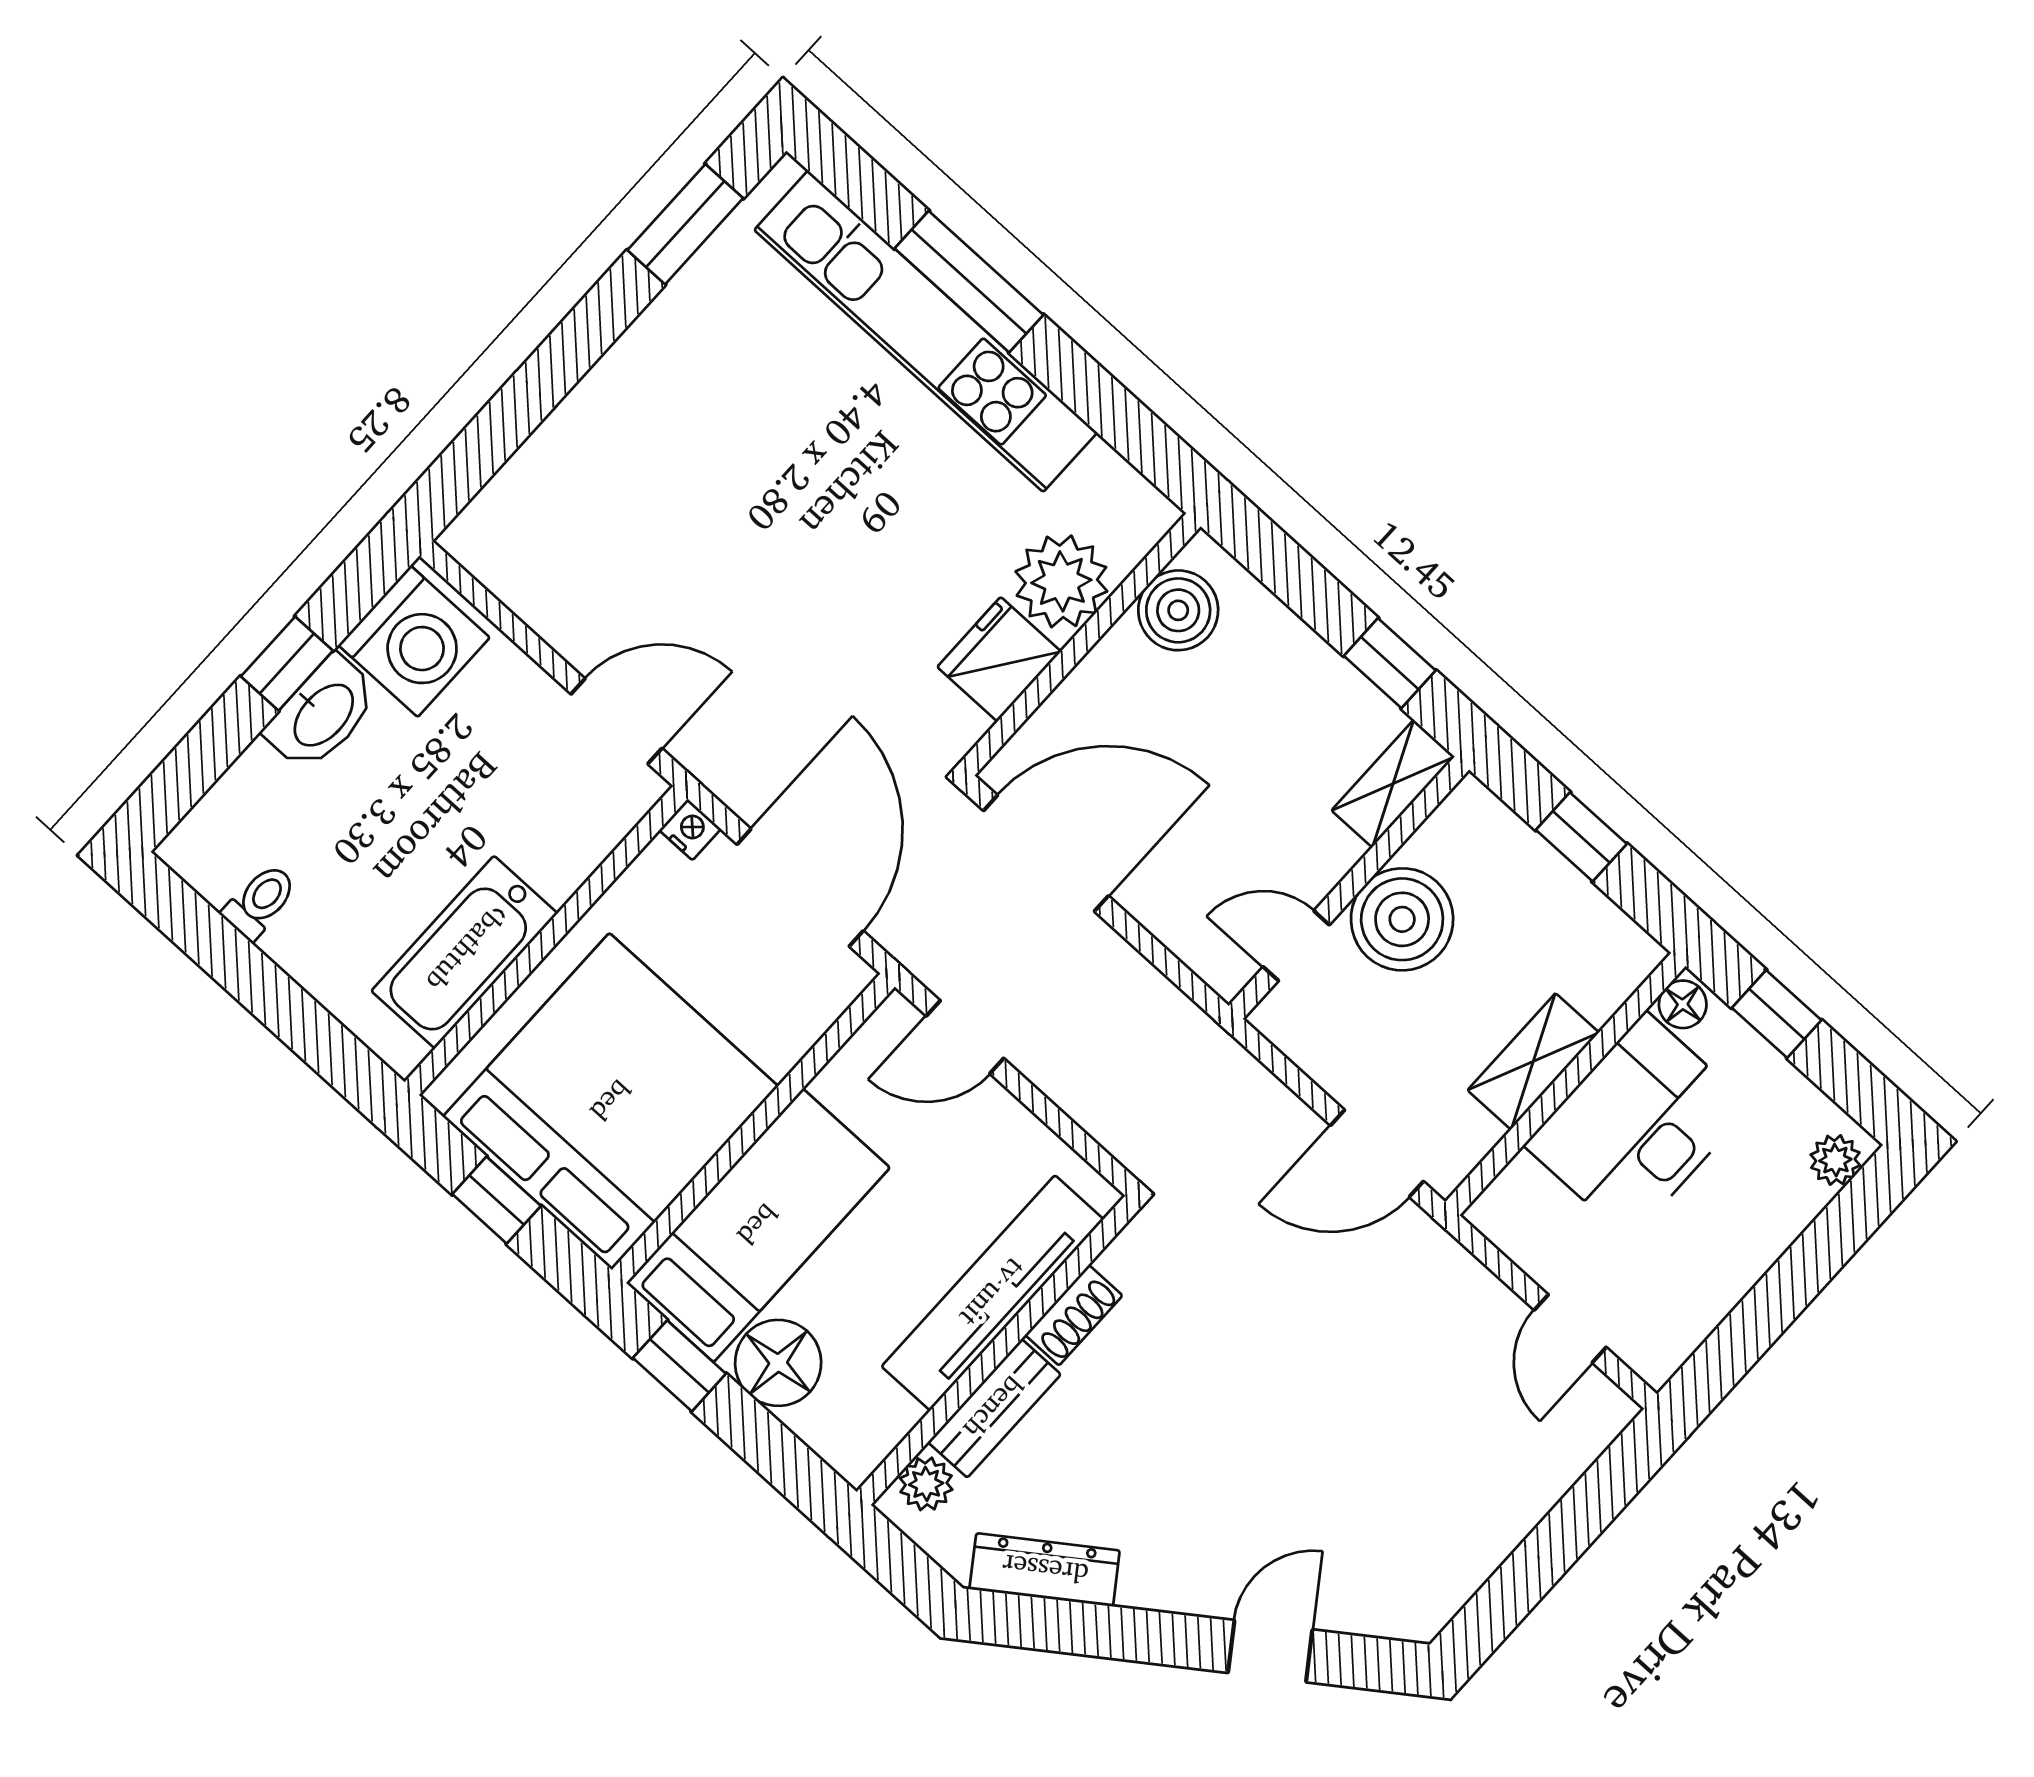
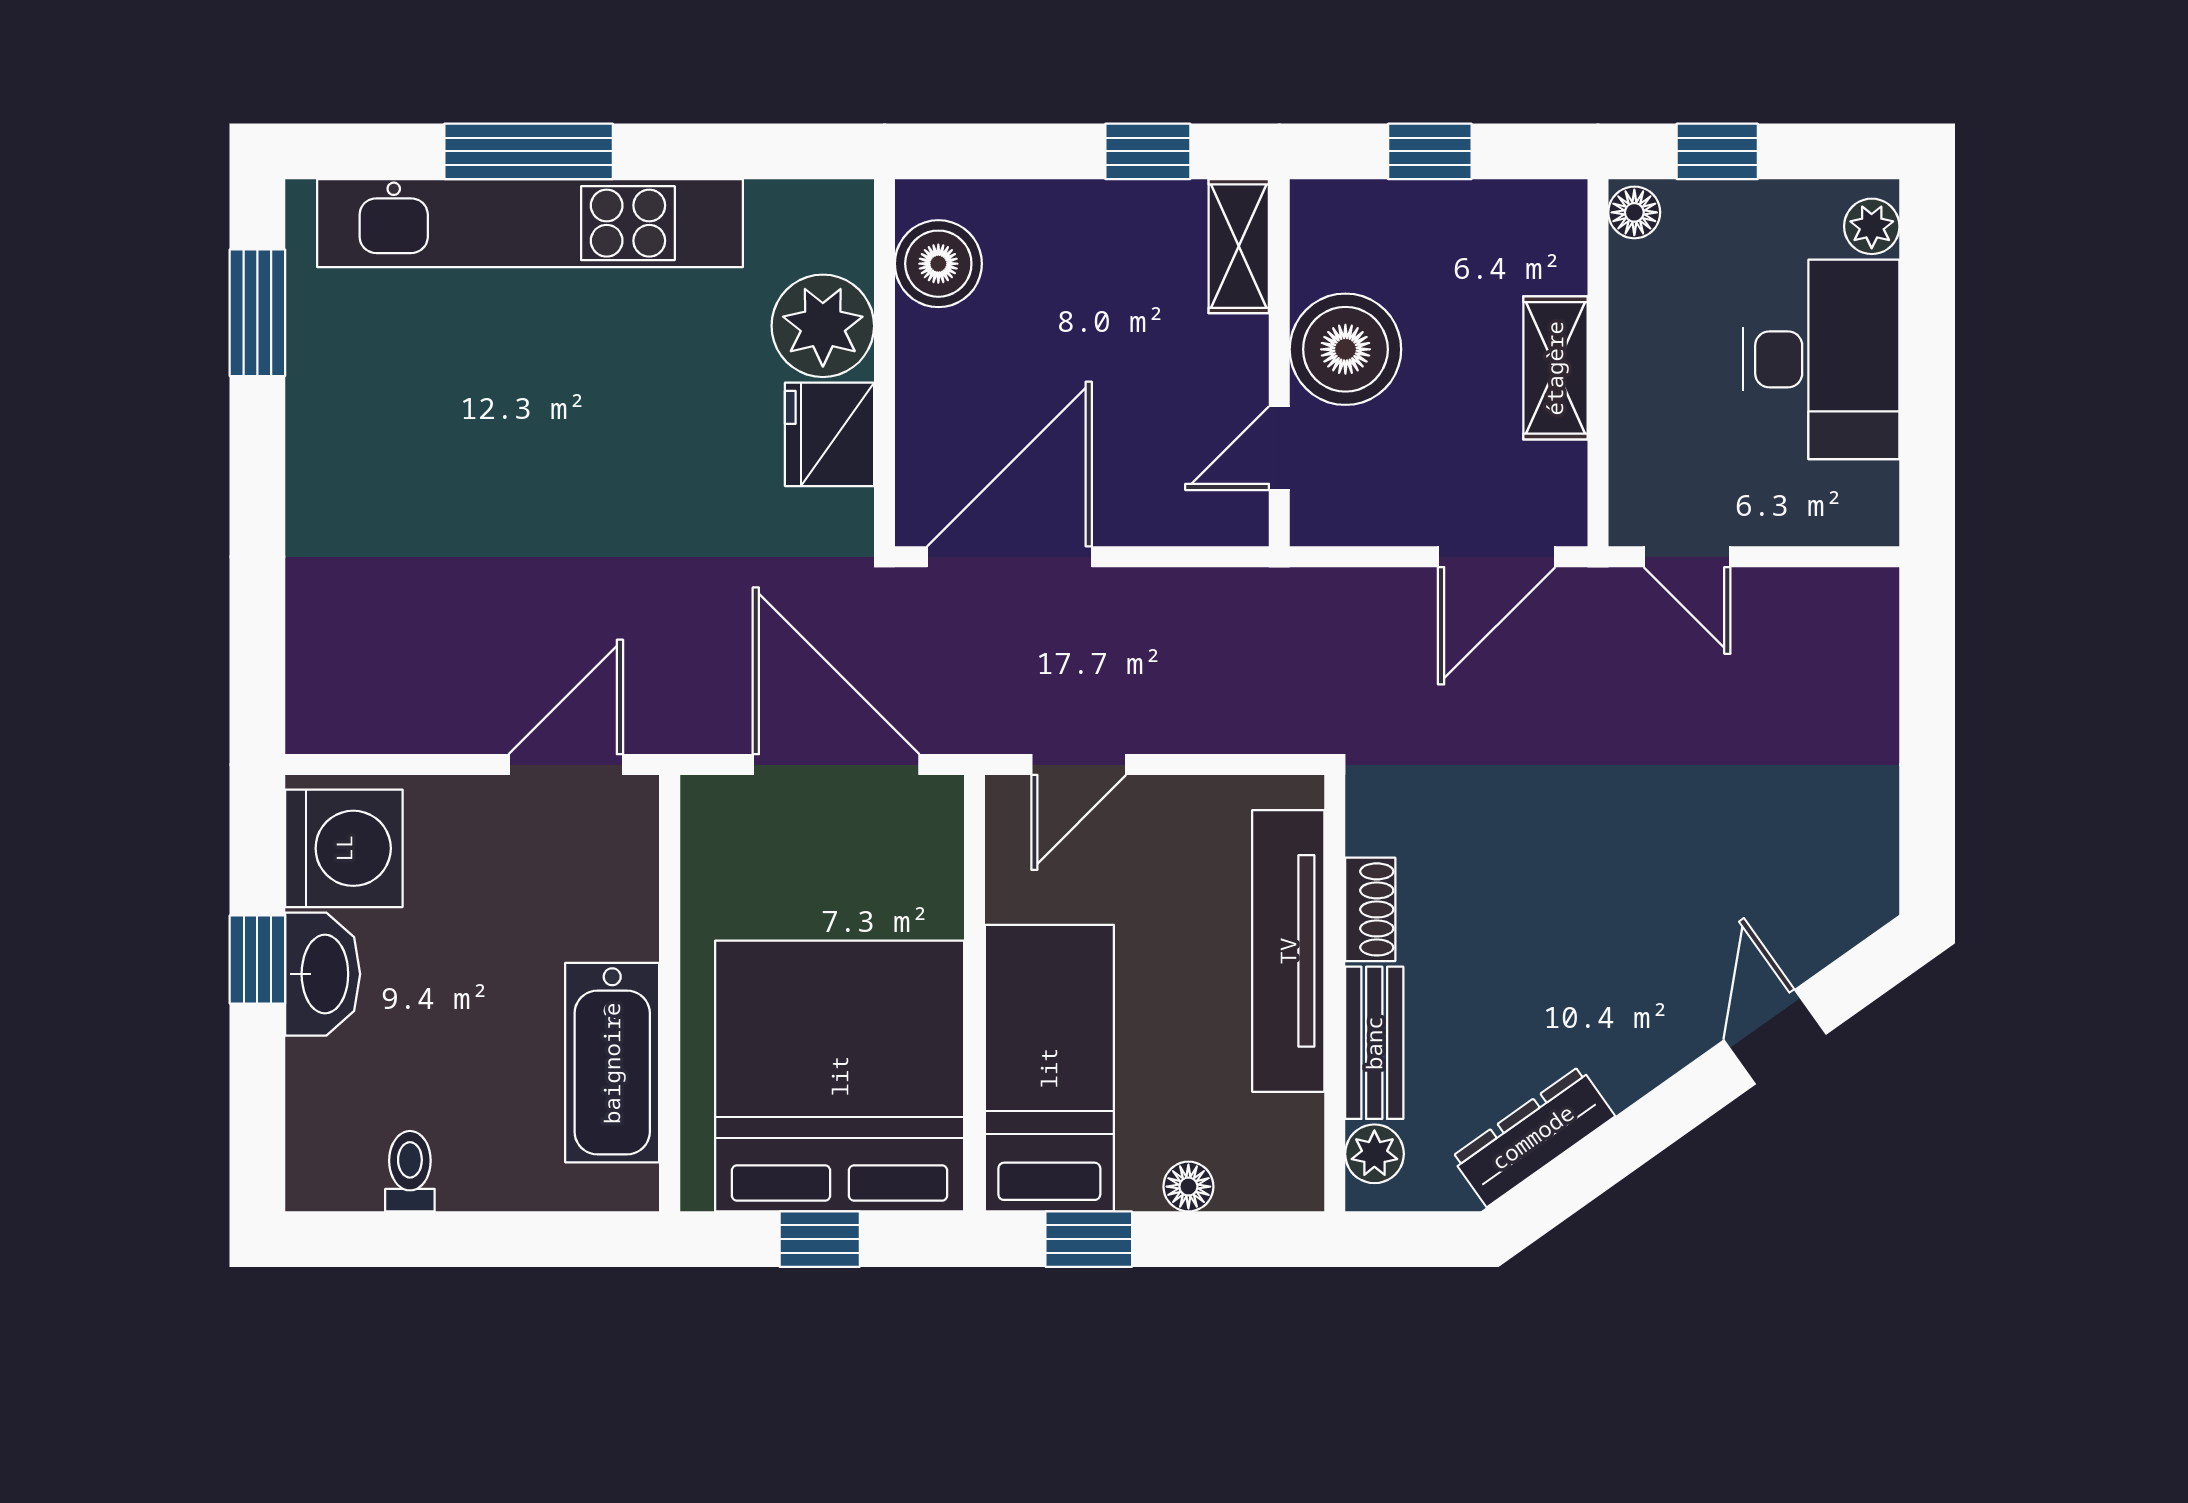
nightstand: (690, 830) -> (705, 798), removed
desk: (1637, 1126) -> (1821, 359), moved, turned 180
door: (1570, 1329) -> (1687, 557), moved
floor lamp: (778, 1363) -> (1188, 1187), width x0.53, depth x0.53

